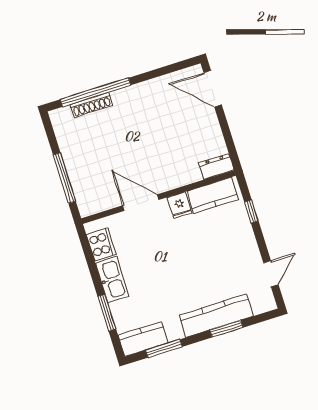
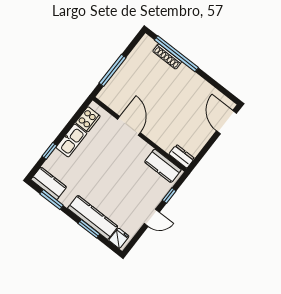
fridge: (180, 205) -> (119, 238), moved, turned 180
door: (271, 274) -> (152, 218), moved
window: (107, 313) -> (50, 151), width x0.67

